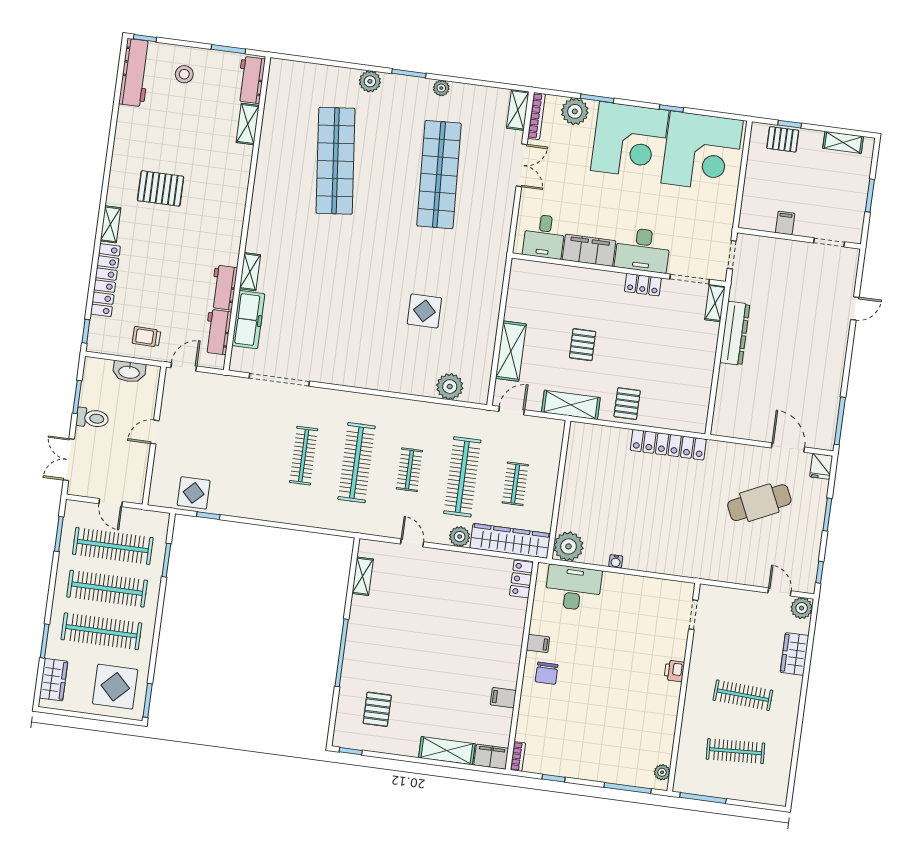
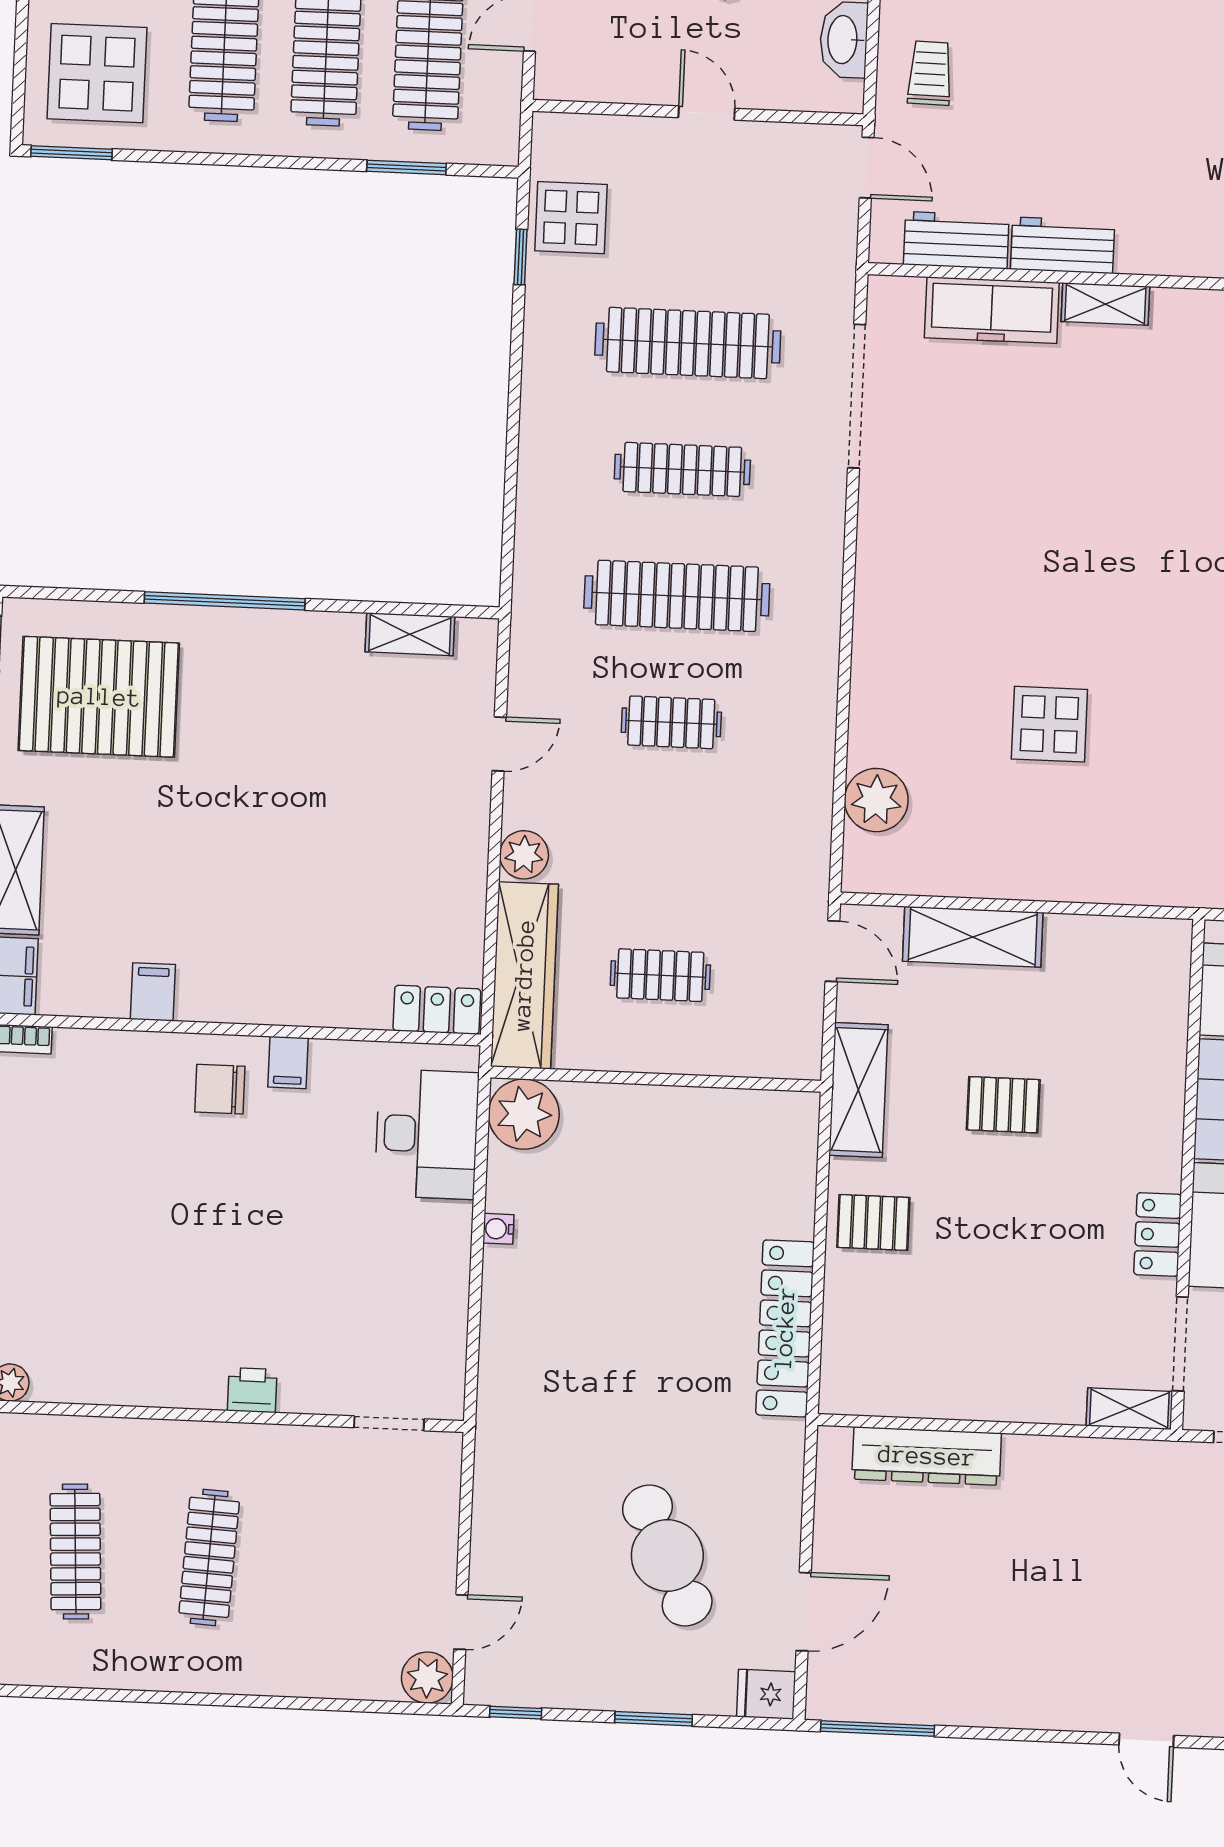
dresser: (735, 333) -> (927, 1456), moved
clothes rail: (462, 477) -> (688, 343), moved
wardrobe: (795, 654) -> (317, 1671), removed
pallet: (377, 709) -> (99, 697), width x2.05, depth x2.00

